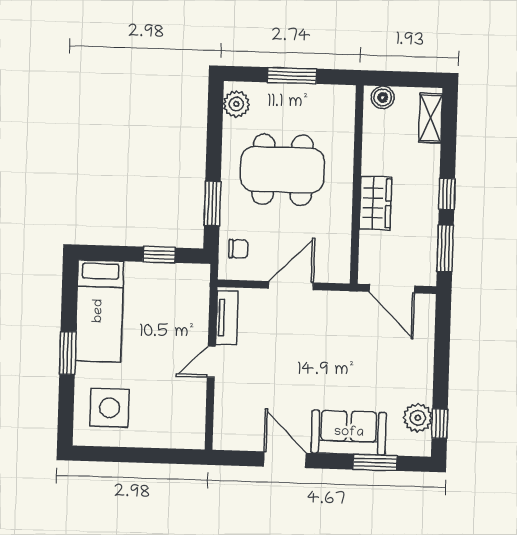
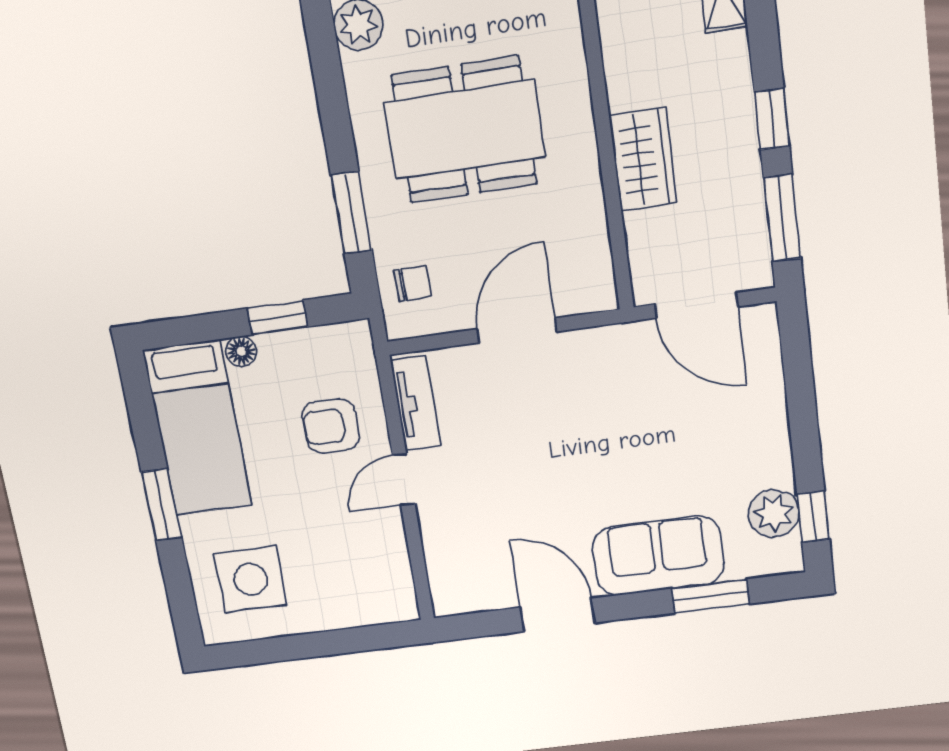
floor lamp: (134, 270) -> (241, 351), added
armchair: (176, 323) -> (331, 426), added

